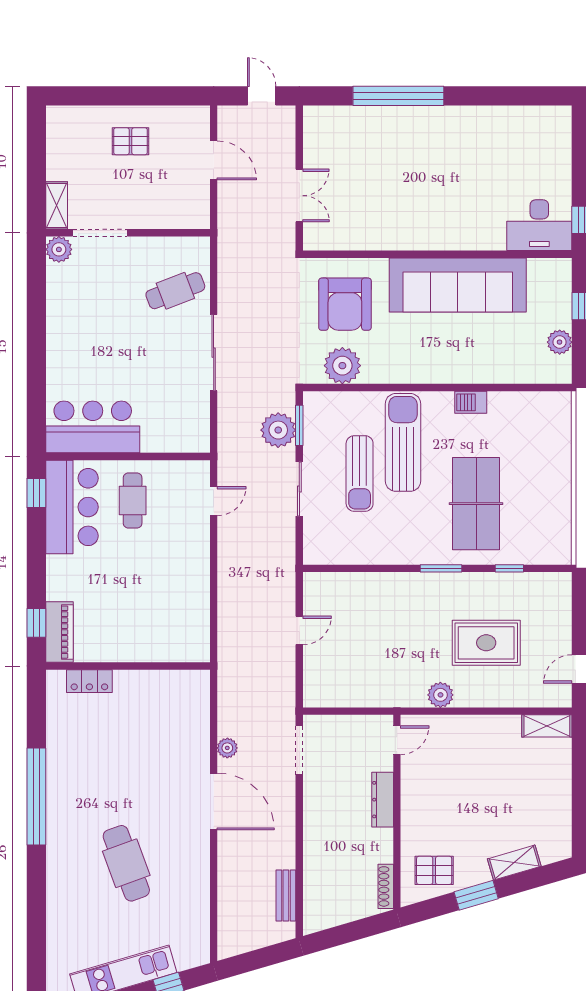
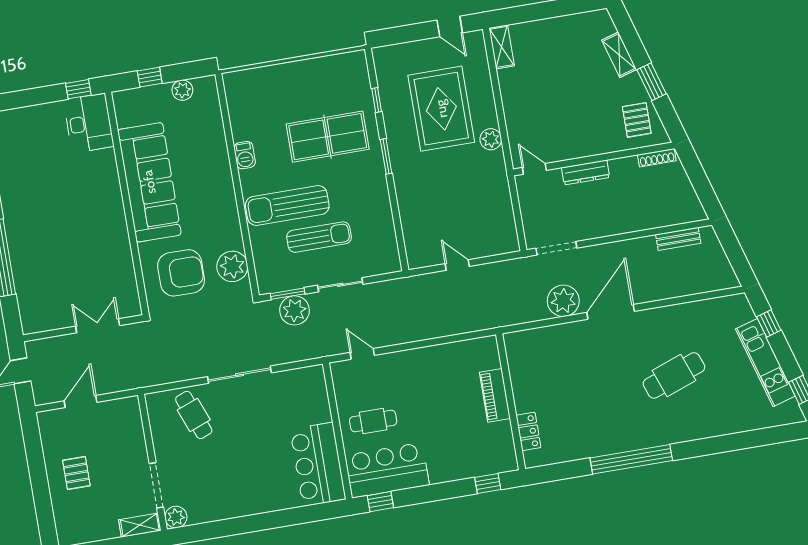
piano: (59, 632) -> (495, 395), moved, turned -90
rug: (486, 643) -> (441, 109), width x1.37, depth x1.44
plant: (227, 748) -> (563, 301), width x1.87, depth x1.87

